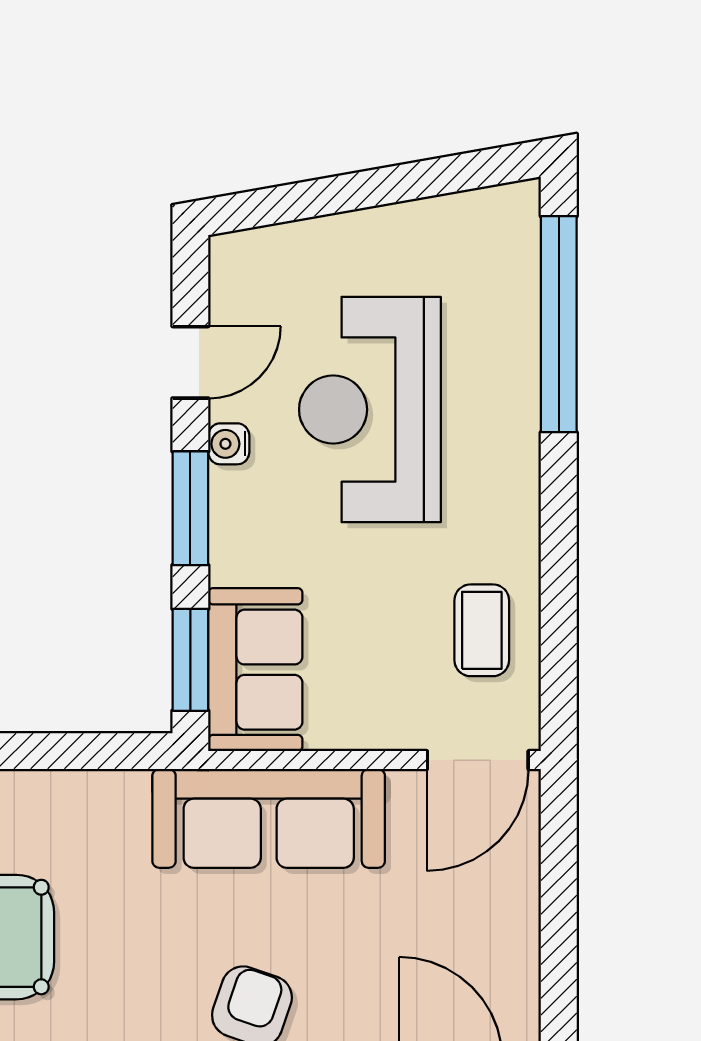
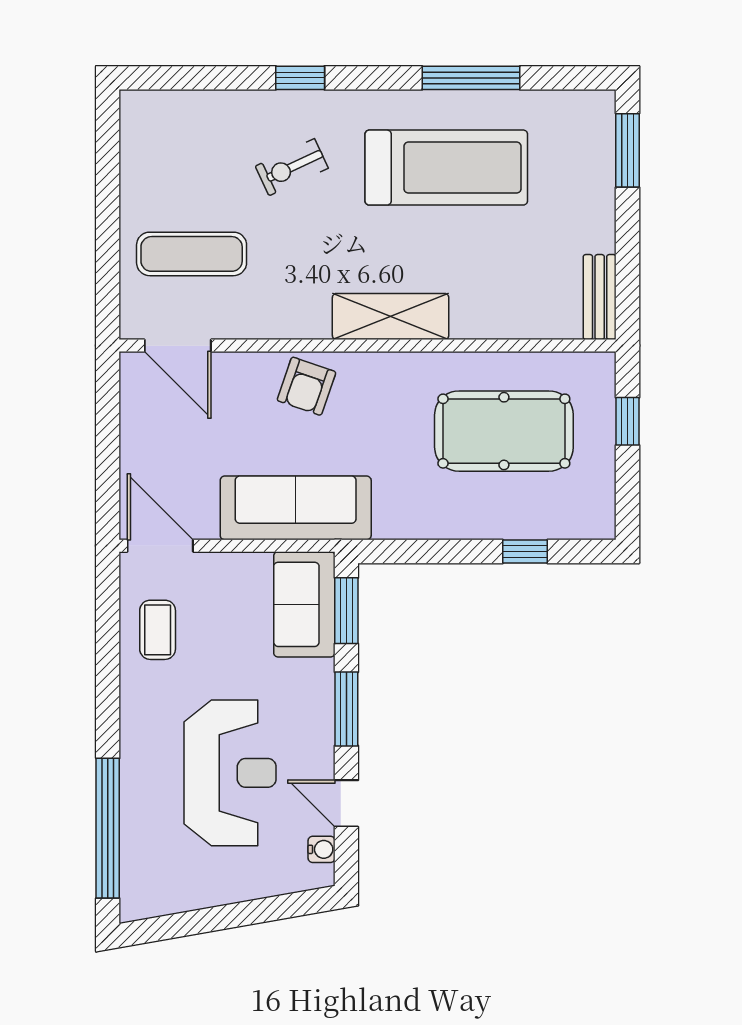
door: (190, 362) -> (346, 803), hinge flipped
water cooler: (229, 444) -> (322, 849), moved
door: (478, 760) -> (160, 546), hinge flipped

